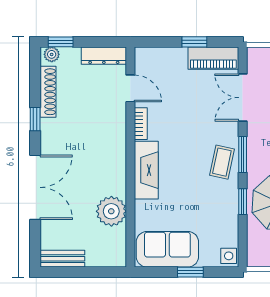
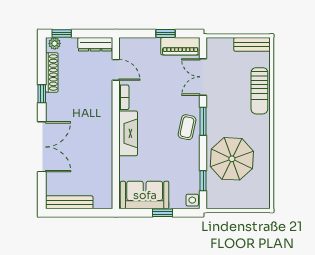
window: (243, 202) -> (203, 181), moved
plant: (111, 211) -> (101, 165), removed
bench: (62, 259) -> (69, 202), width x1.36

